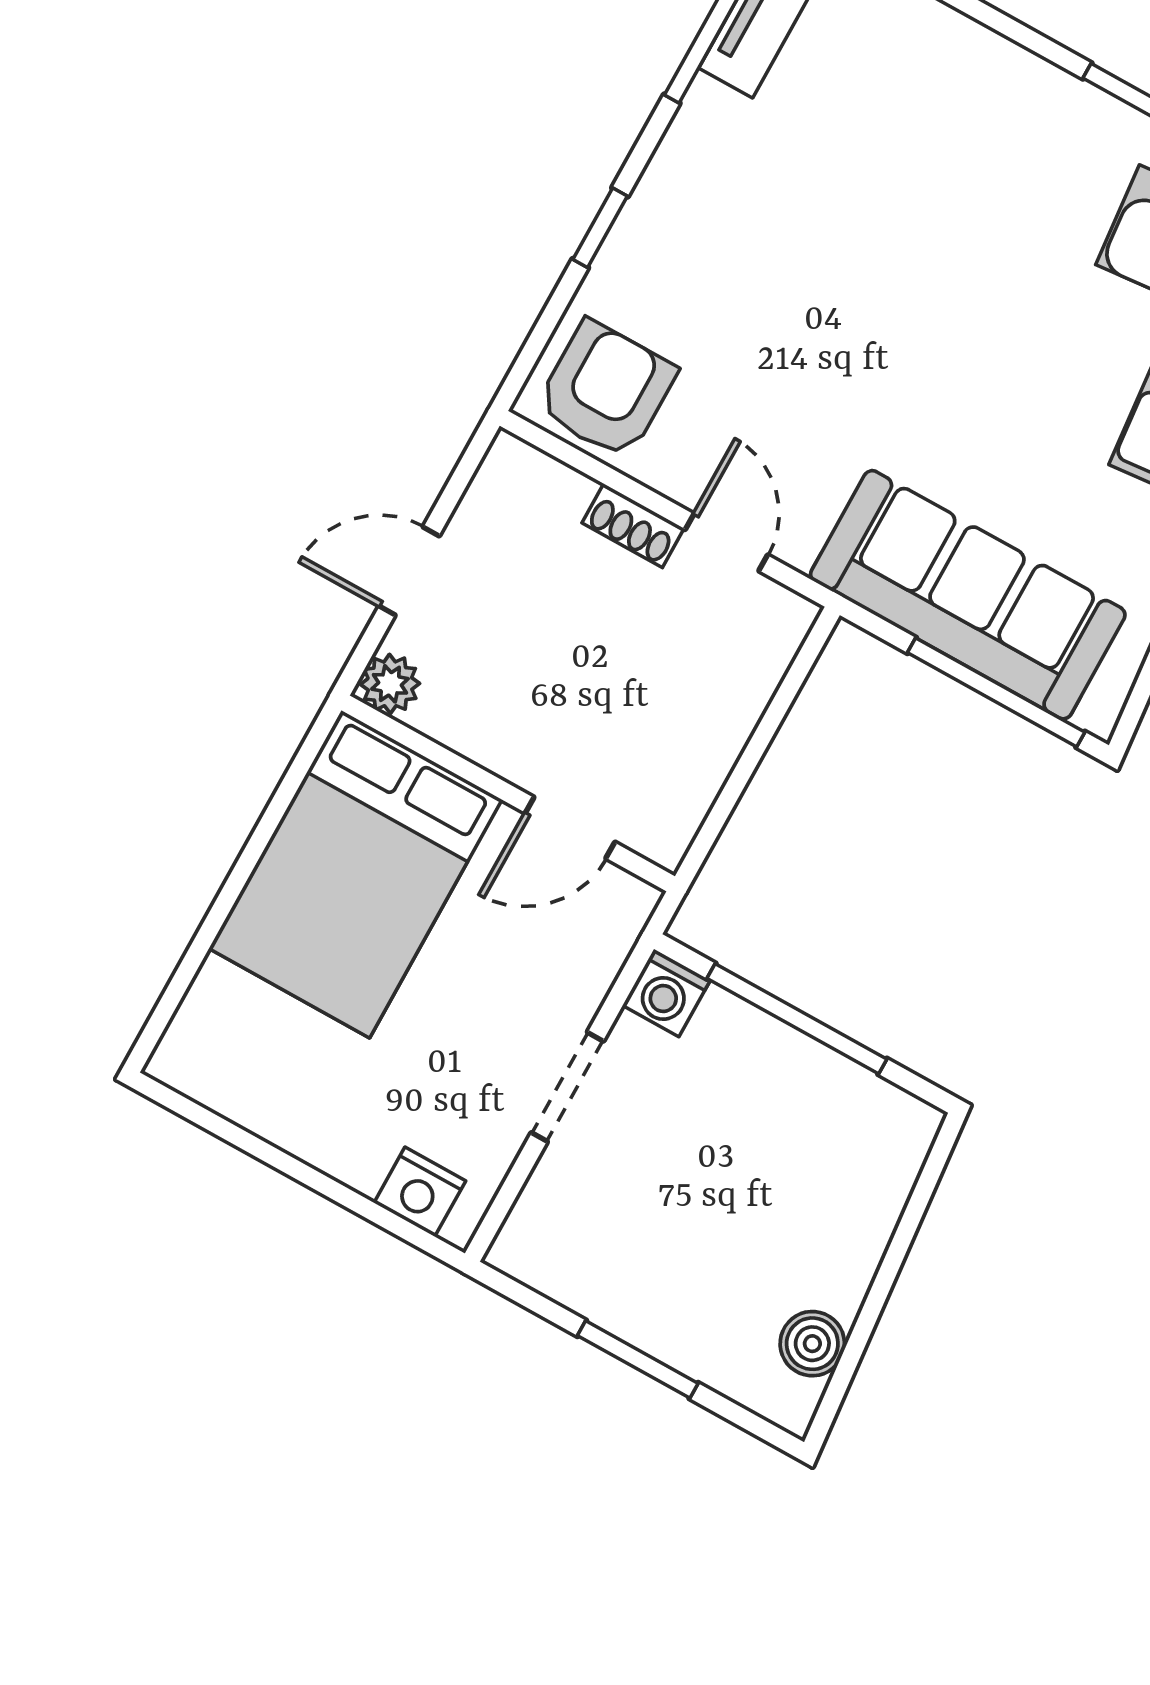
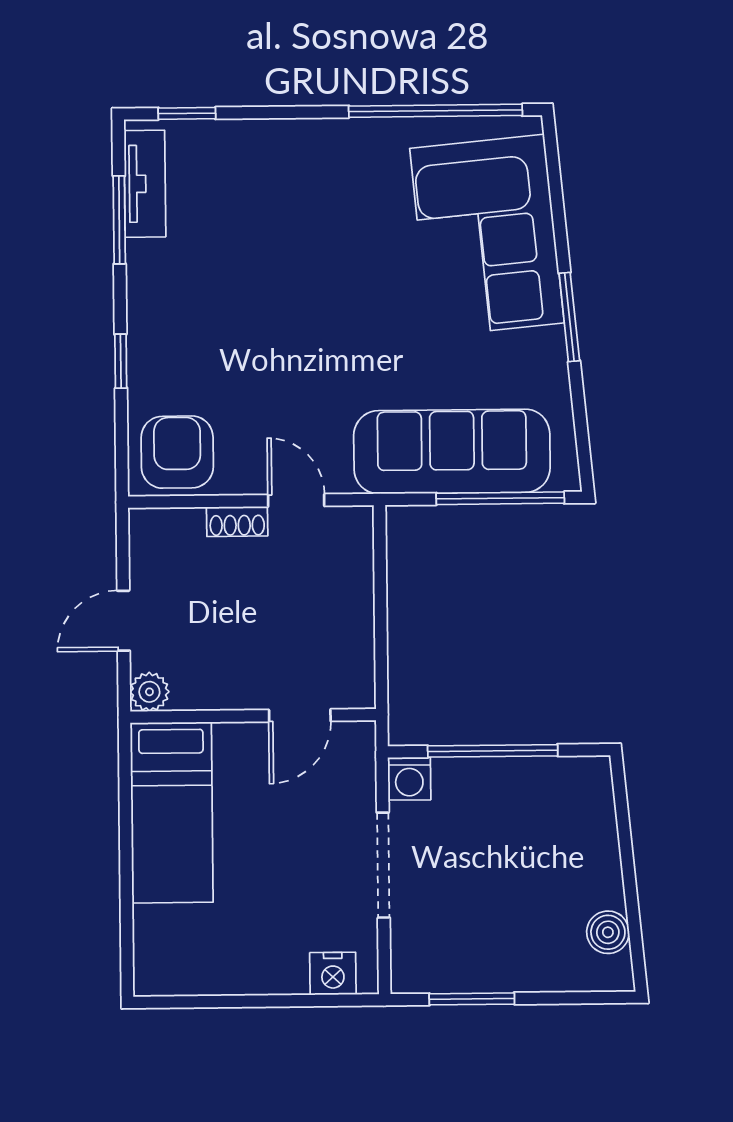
bed: (355, 874) -> (172, 813), width x0.67
doorway: (567, 1087) -> (383, 865), width x1.38
window: (638, 1359) -> (472, 999), moved

